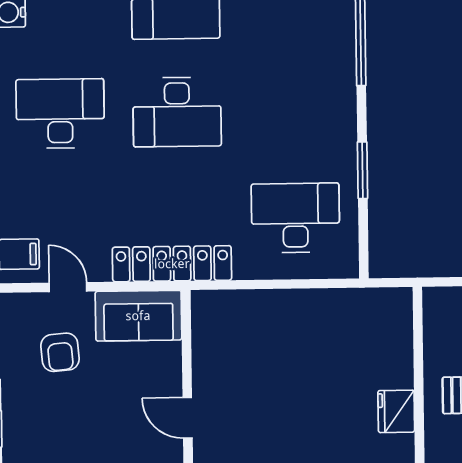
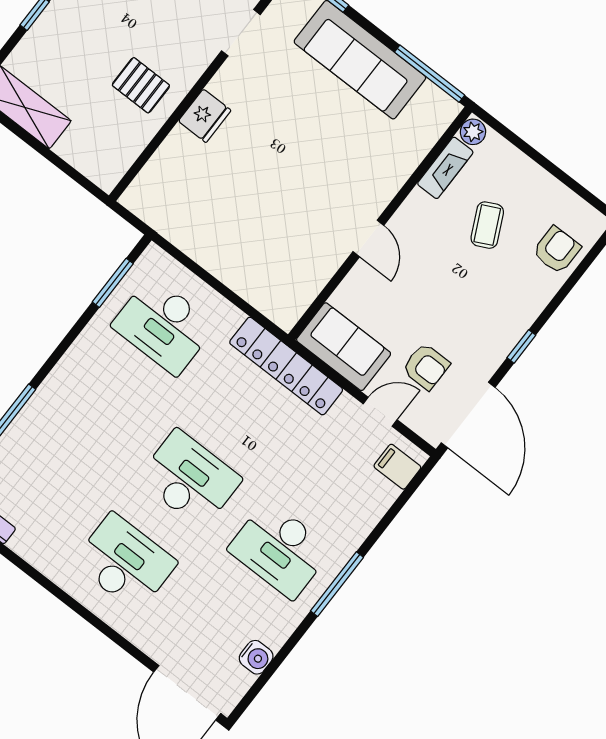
window: (362, 170) -> (113, 283), moved
door: (68, 287) -> (380, 412), swing flipped
armchair: (60, 352) -> (426, 367), turned 95

